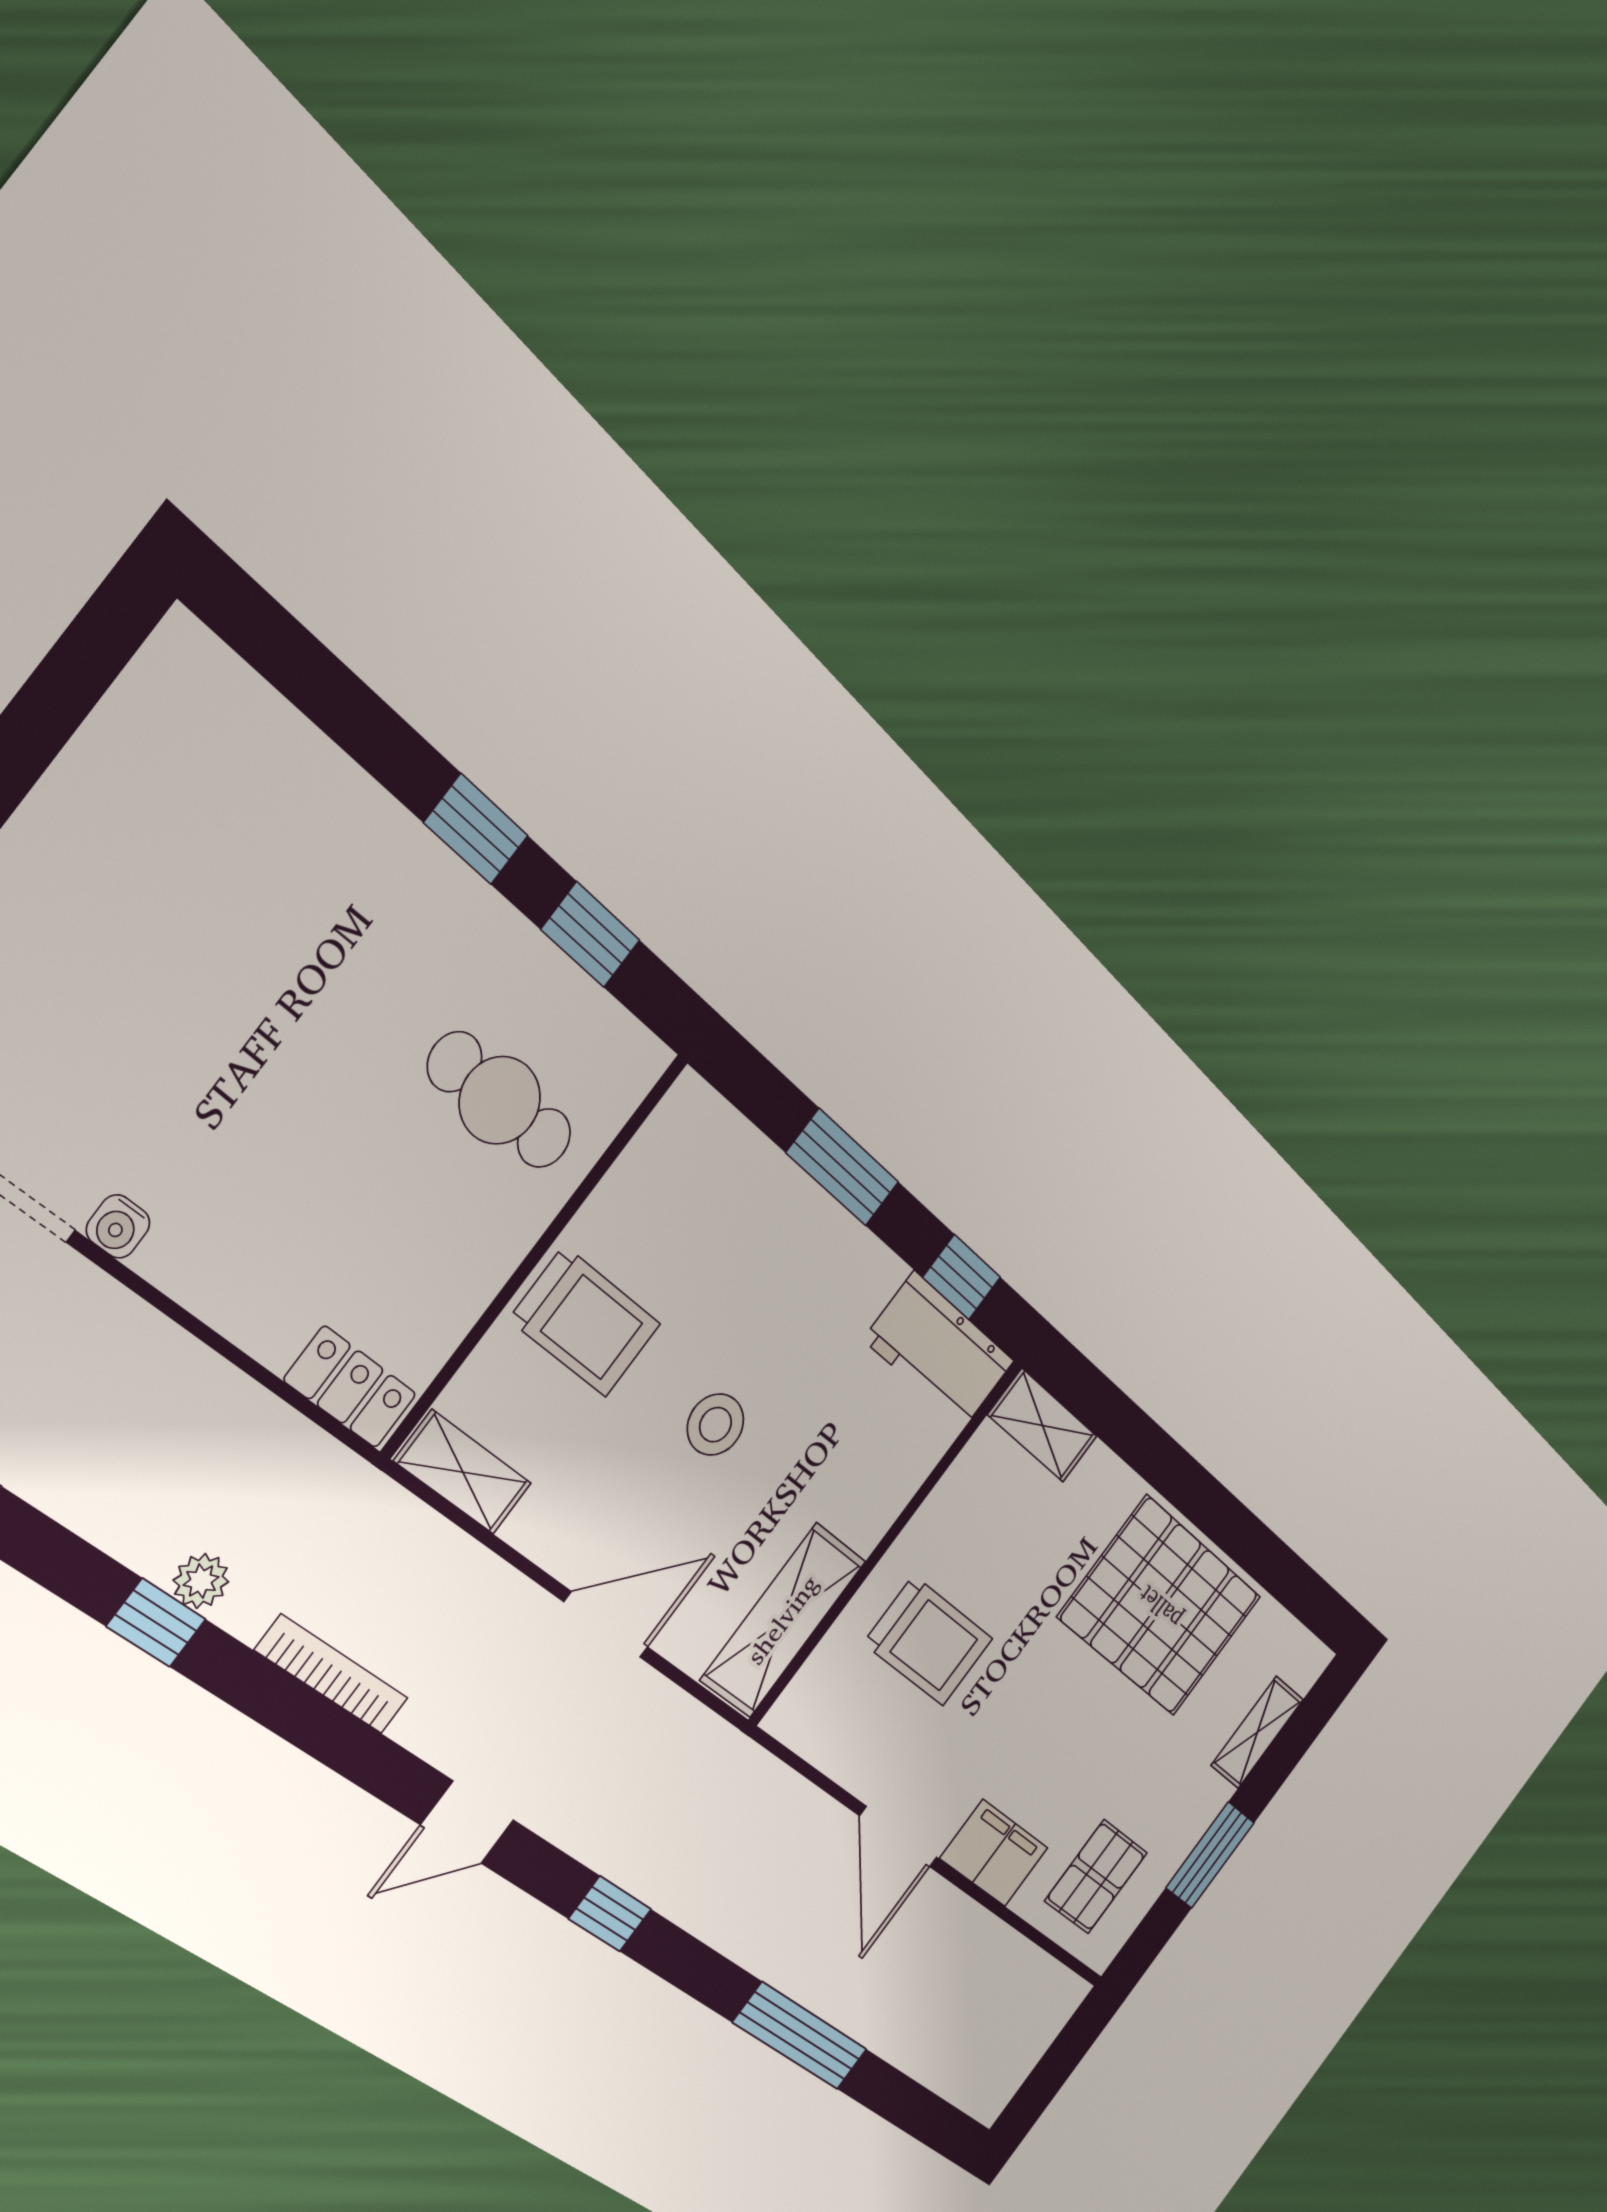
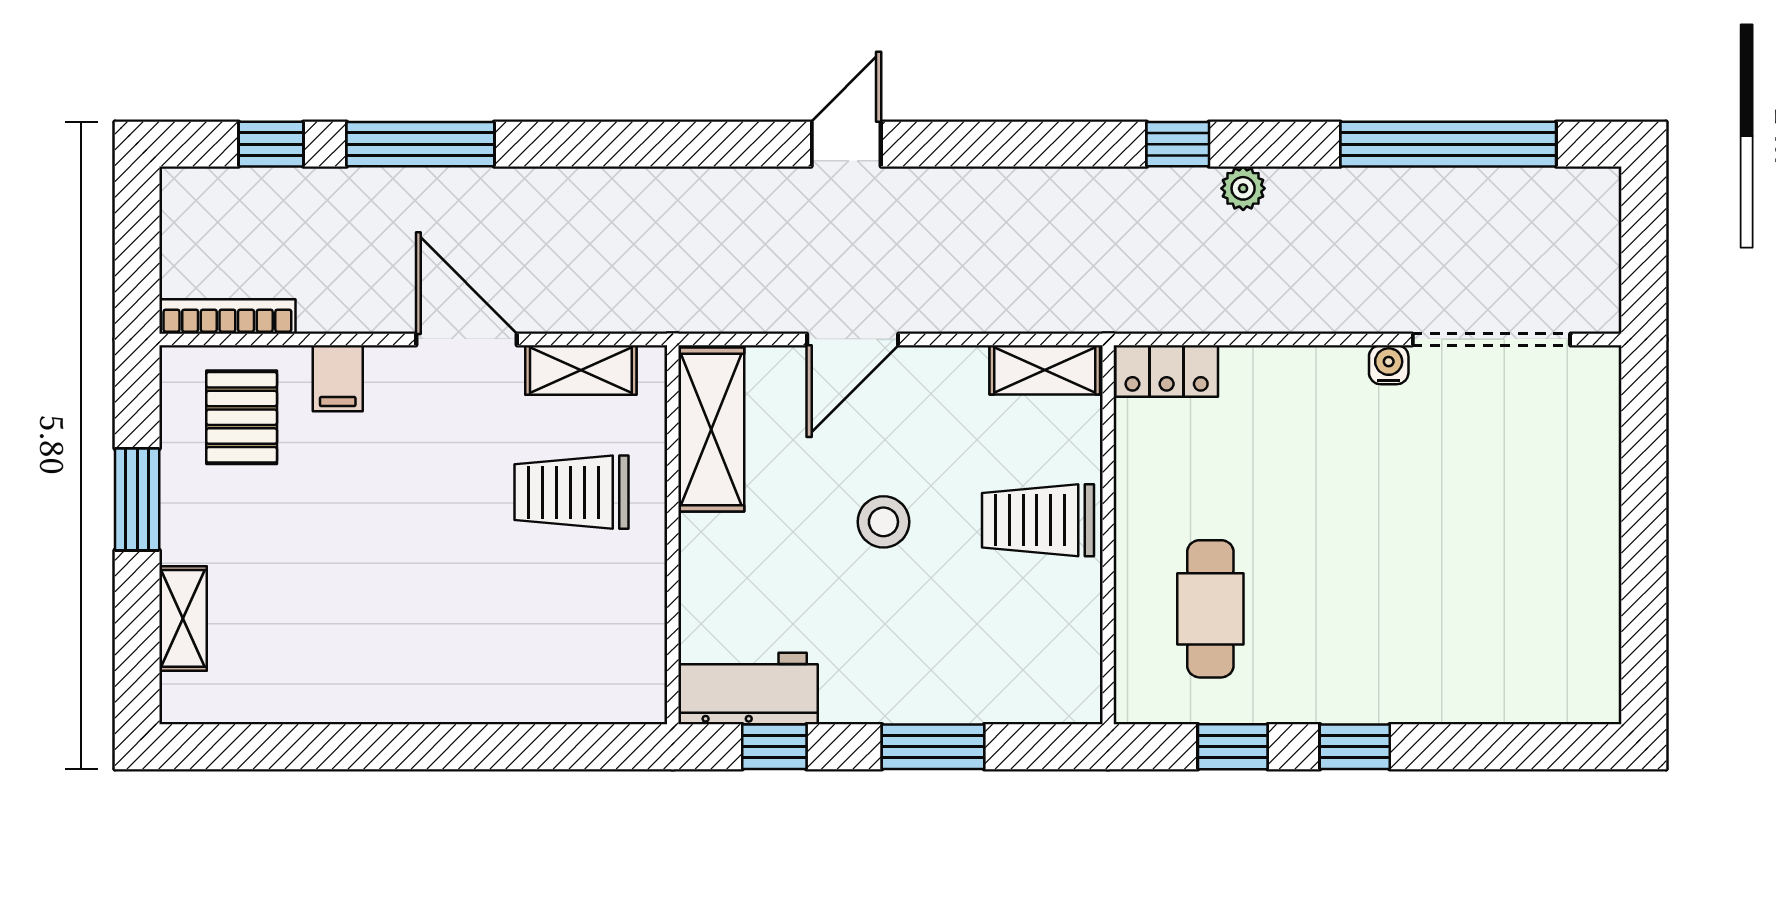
cafe table: (500, 1100) -> (1210, 609), turned 90
shelving: (1043, 1426) -> (581, 370), moved
plant: (201, 1581) -> (1243, 188), moved
pallet: (1160, 1607) -> (377, 648), removed
bookcase: (332, 1674) -> (227, 316), moved, turned 180
filing cabinet: (994, 1853) -> (338, 378), width x0.50
window: (610, 1914) -> (271, 144), moved

